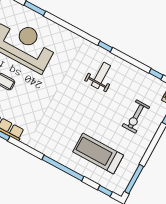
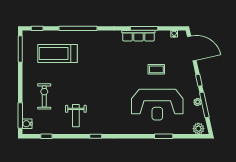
weight bench: (101, 75) -> (76, 116), moved
treadmill: (98, 153) -> (58, 54), turned 180

